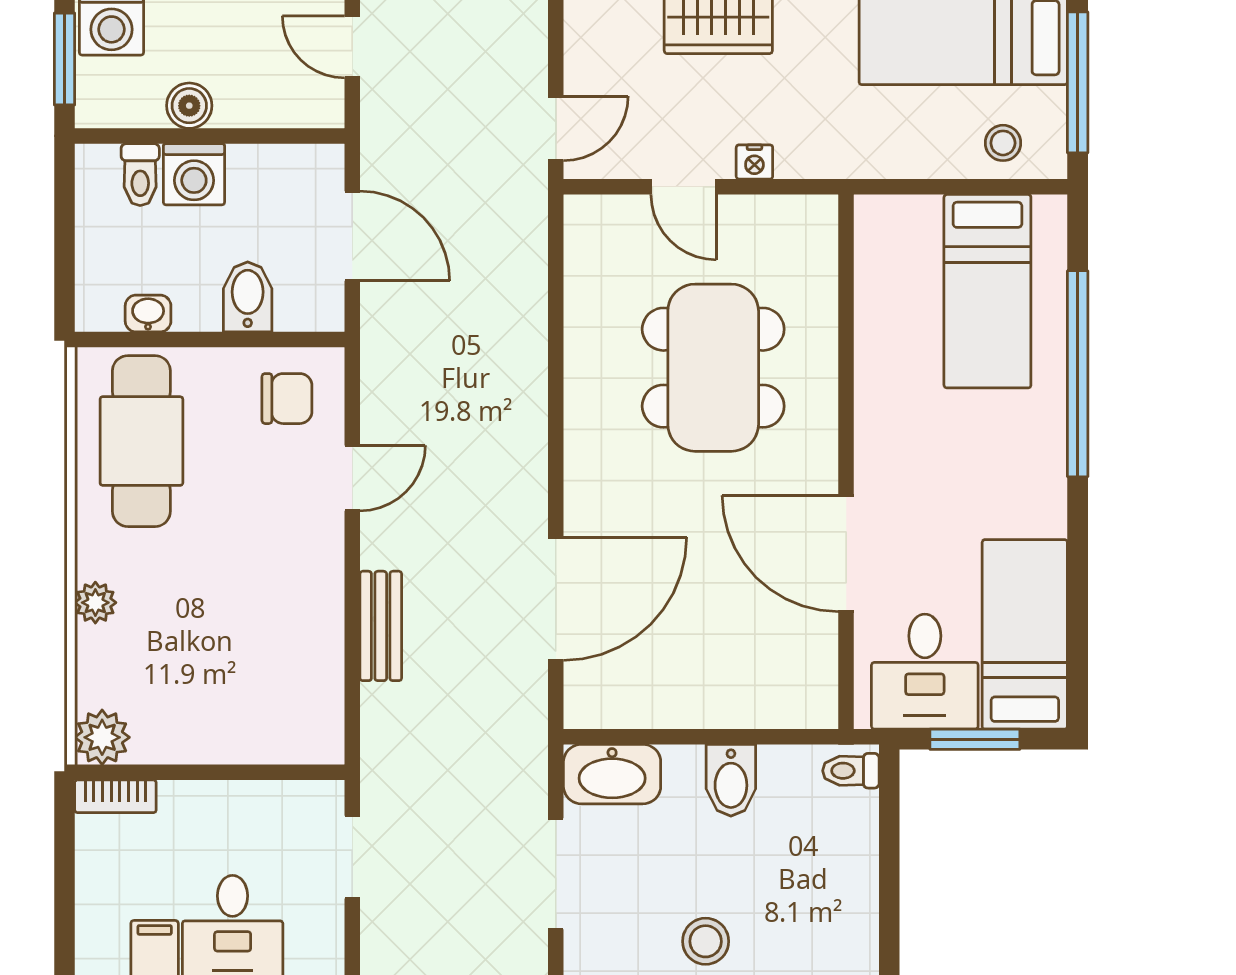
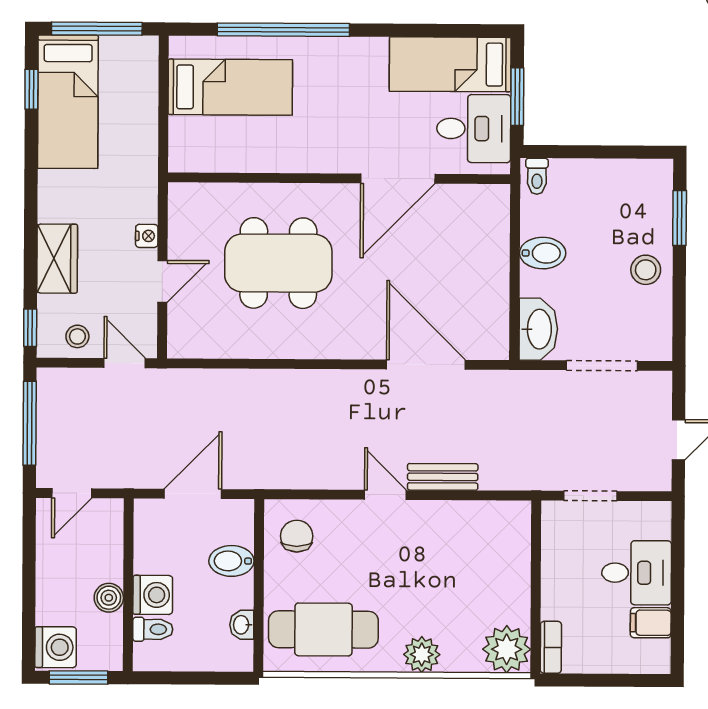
stool: (1003, 143) -> (77, 336), moved
door: (352, 478) -> (385, 495), moved
plant: (95, 603) -> (422, 655), width x1.38, depth x1.38
plant: (102, 737) -> (507, 649), width x1.36, depth x1.36

